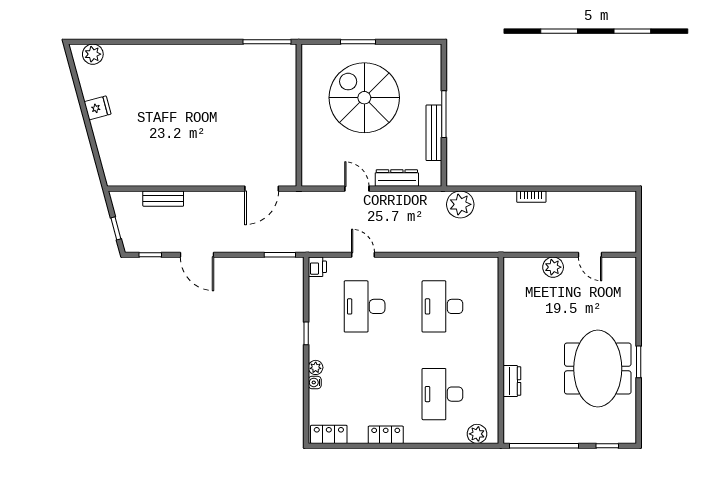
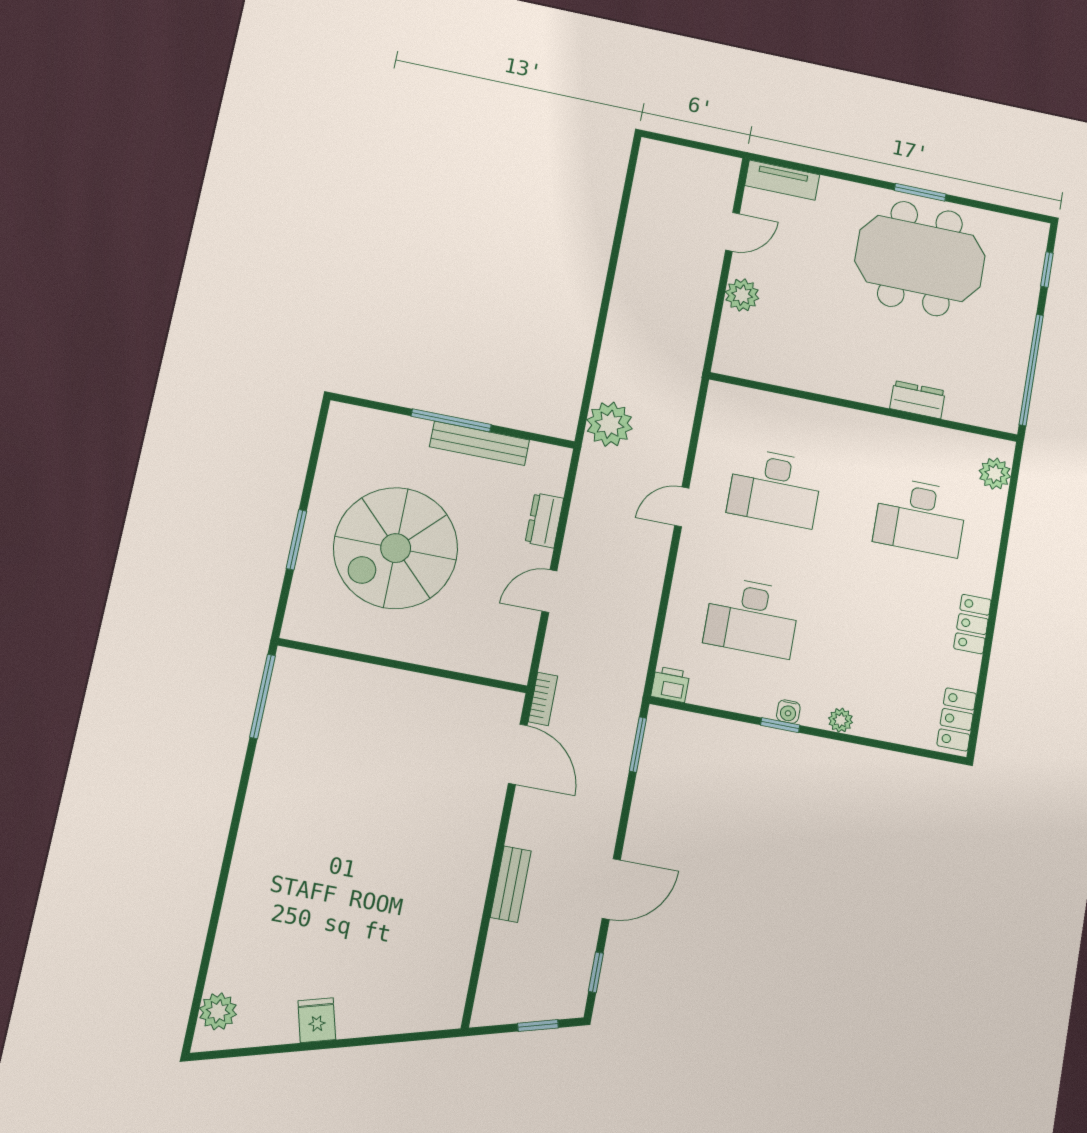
dresser: (397, 178) -> (544, 520), width x0.70
bookcase: (531, 197) -> (543, 699), moved
bench: (163, 199) -> (511, 884), moved
door: (363, 255) -> (682, 507), moved
tv unit: (628, 278) -> (782, 180), added
water cooler: (315, 382) -> (788, 712), moved

